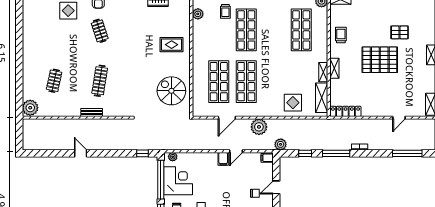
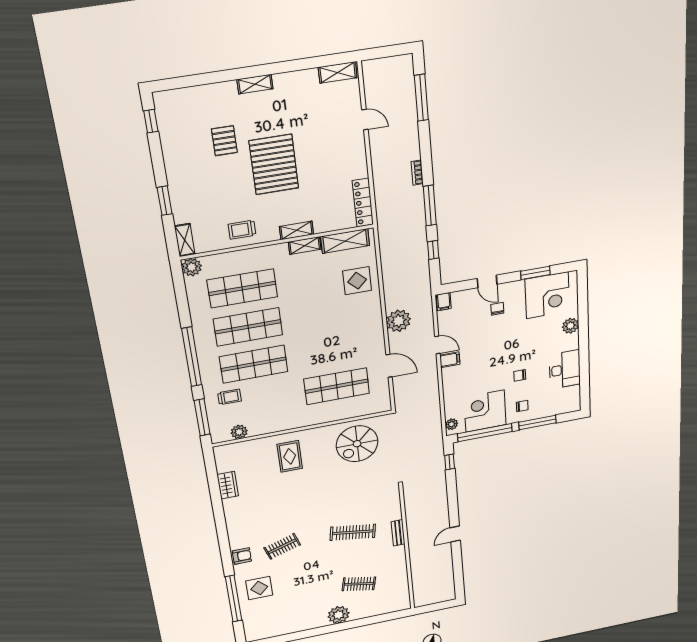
shop shelf: (246, 82) -> (248, 327), moved
plant: (30, 108) -> (339, 615), moved
plant: (281, 144) -> (422, 287), removed

